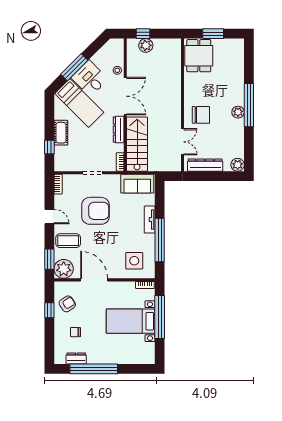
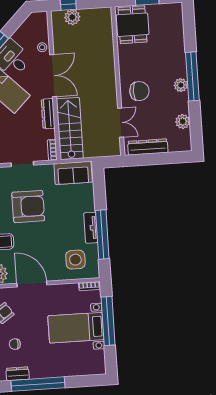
plant: (238, 165) -> (183, 121), moved
tv unit: (150, 220) -> (91, 228), moved

